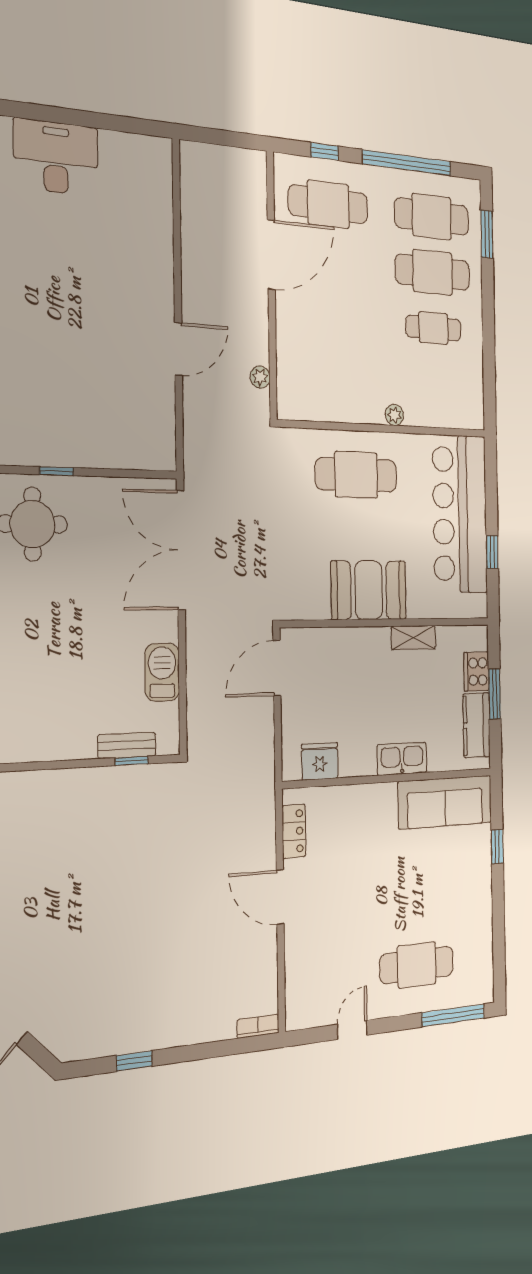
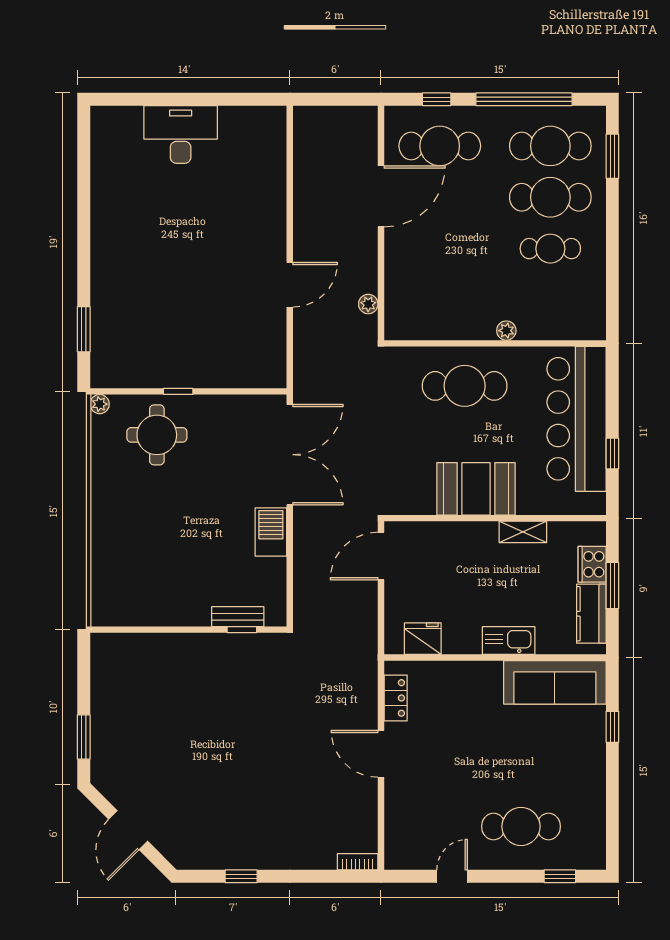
double door: (181, 550) -> (290, 455), swing flipped
barbecue: (162, 672) -> (271, 532), moved
window: (453, 1015) -> (560, 876), width x0.46

